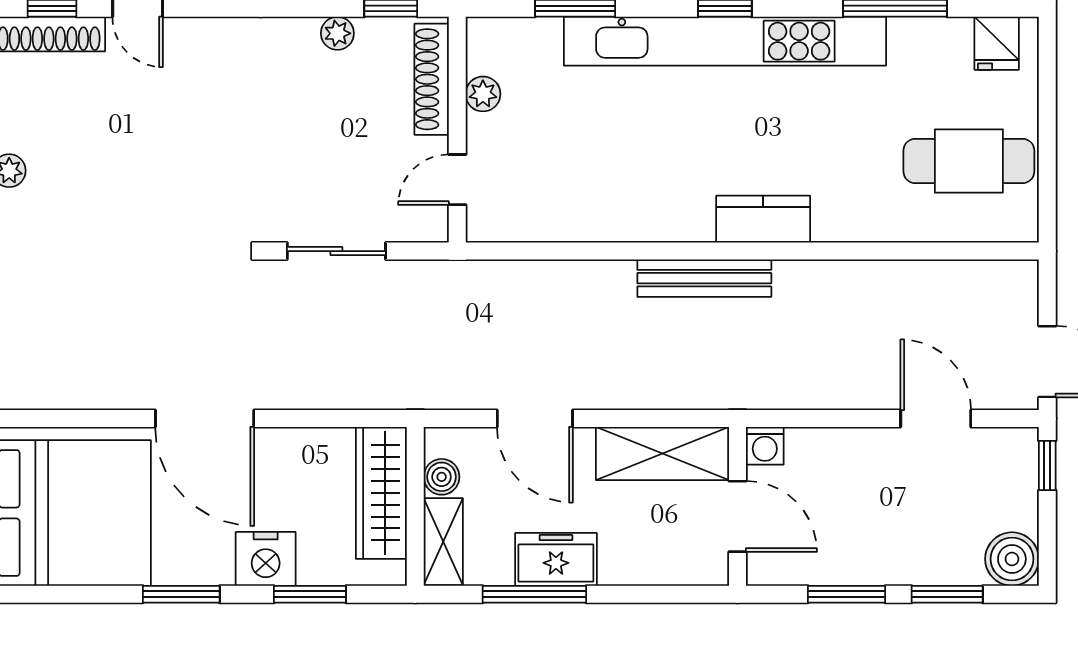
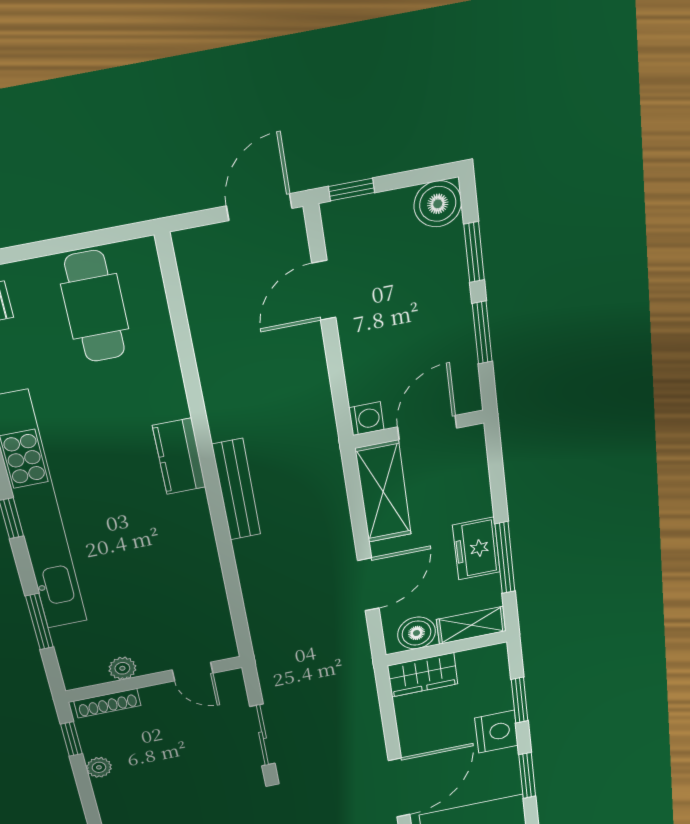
shoe rack: (432, 79) -> (107, 703), width x0.74, depth x0.81
boiler: (442, 477) -> (417, 633), width x1.36, depth x1.36
wardrobe: (381, 493) -> (423, 675), width x0.67

